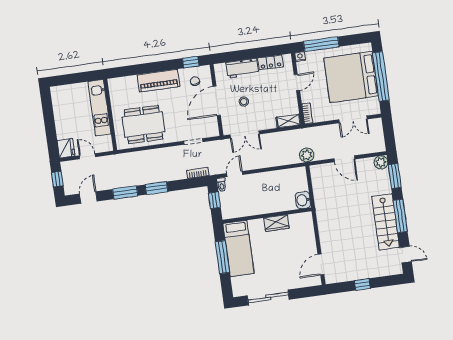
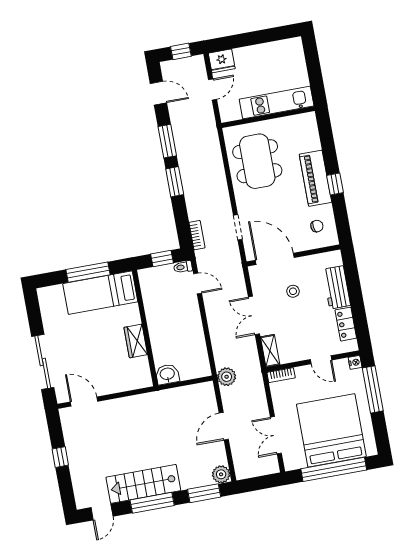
window: (191, 62) -> (335, 184), moved
door: (217, 101) -> (275, 259), moved
double door: (245, 134) -> (254, 315), moved
sliding door: (268, 297) -> (43, 362), moved

